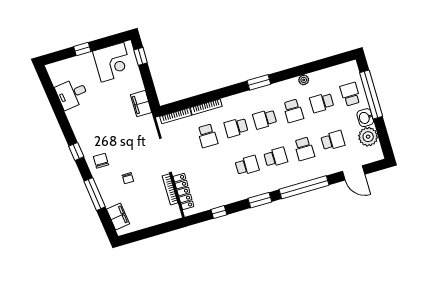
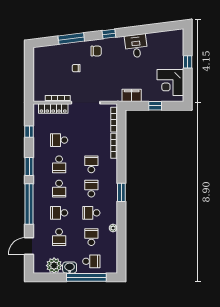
window: (141, 56) -> (155, 106), moved
desk: (72, 94) -> (136, 46), moved
school desk: (207, 136) -> (59, 140), moved
filing cabinet: (118, 216) -> (48, 52), removed

